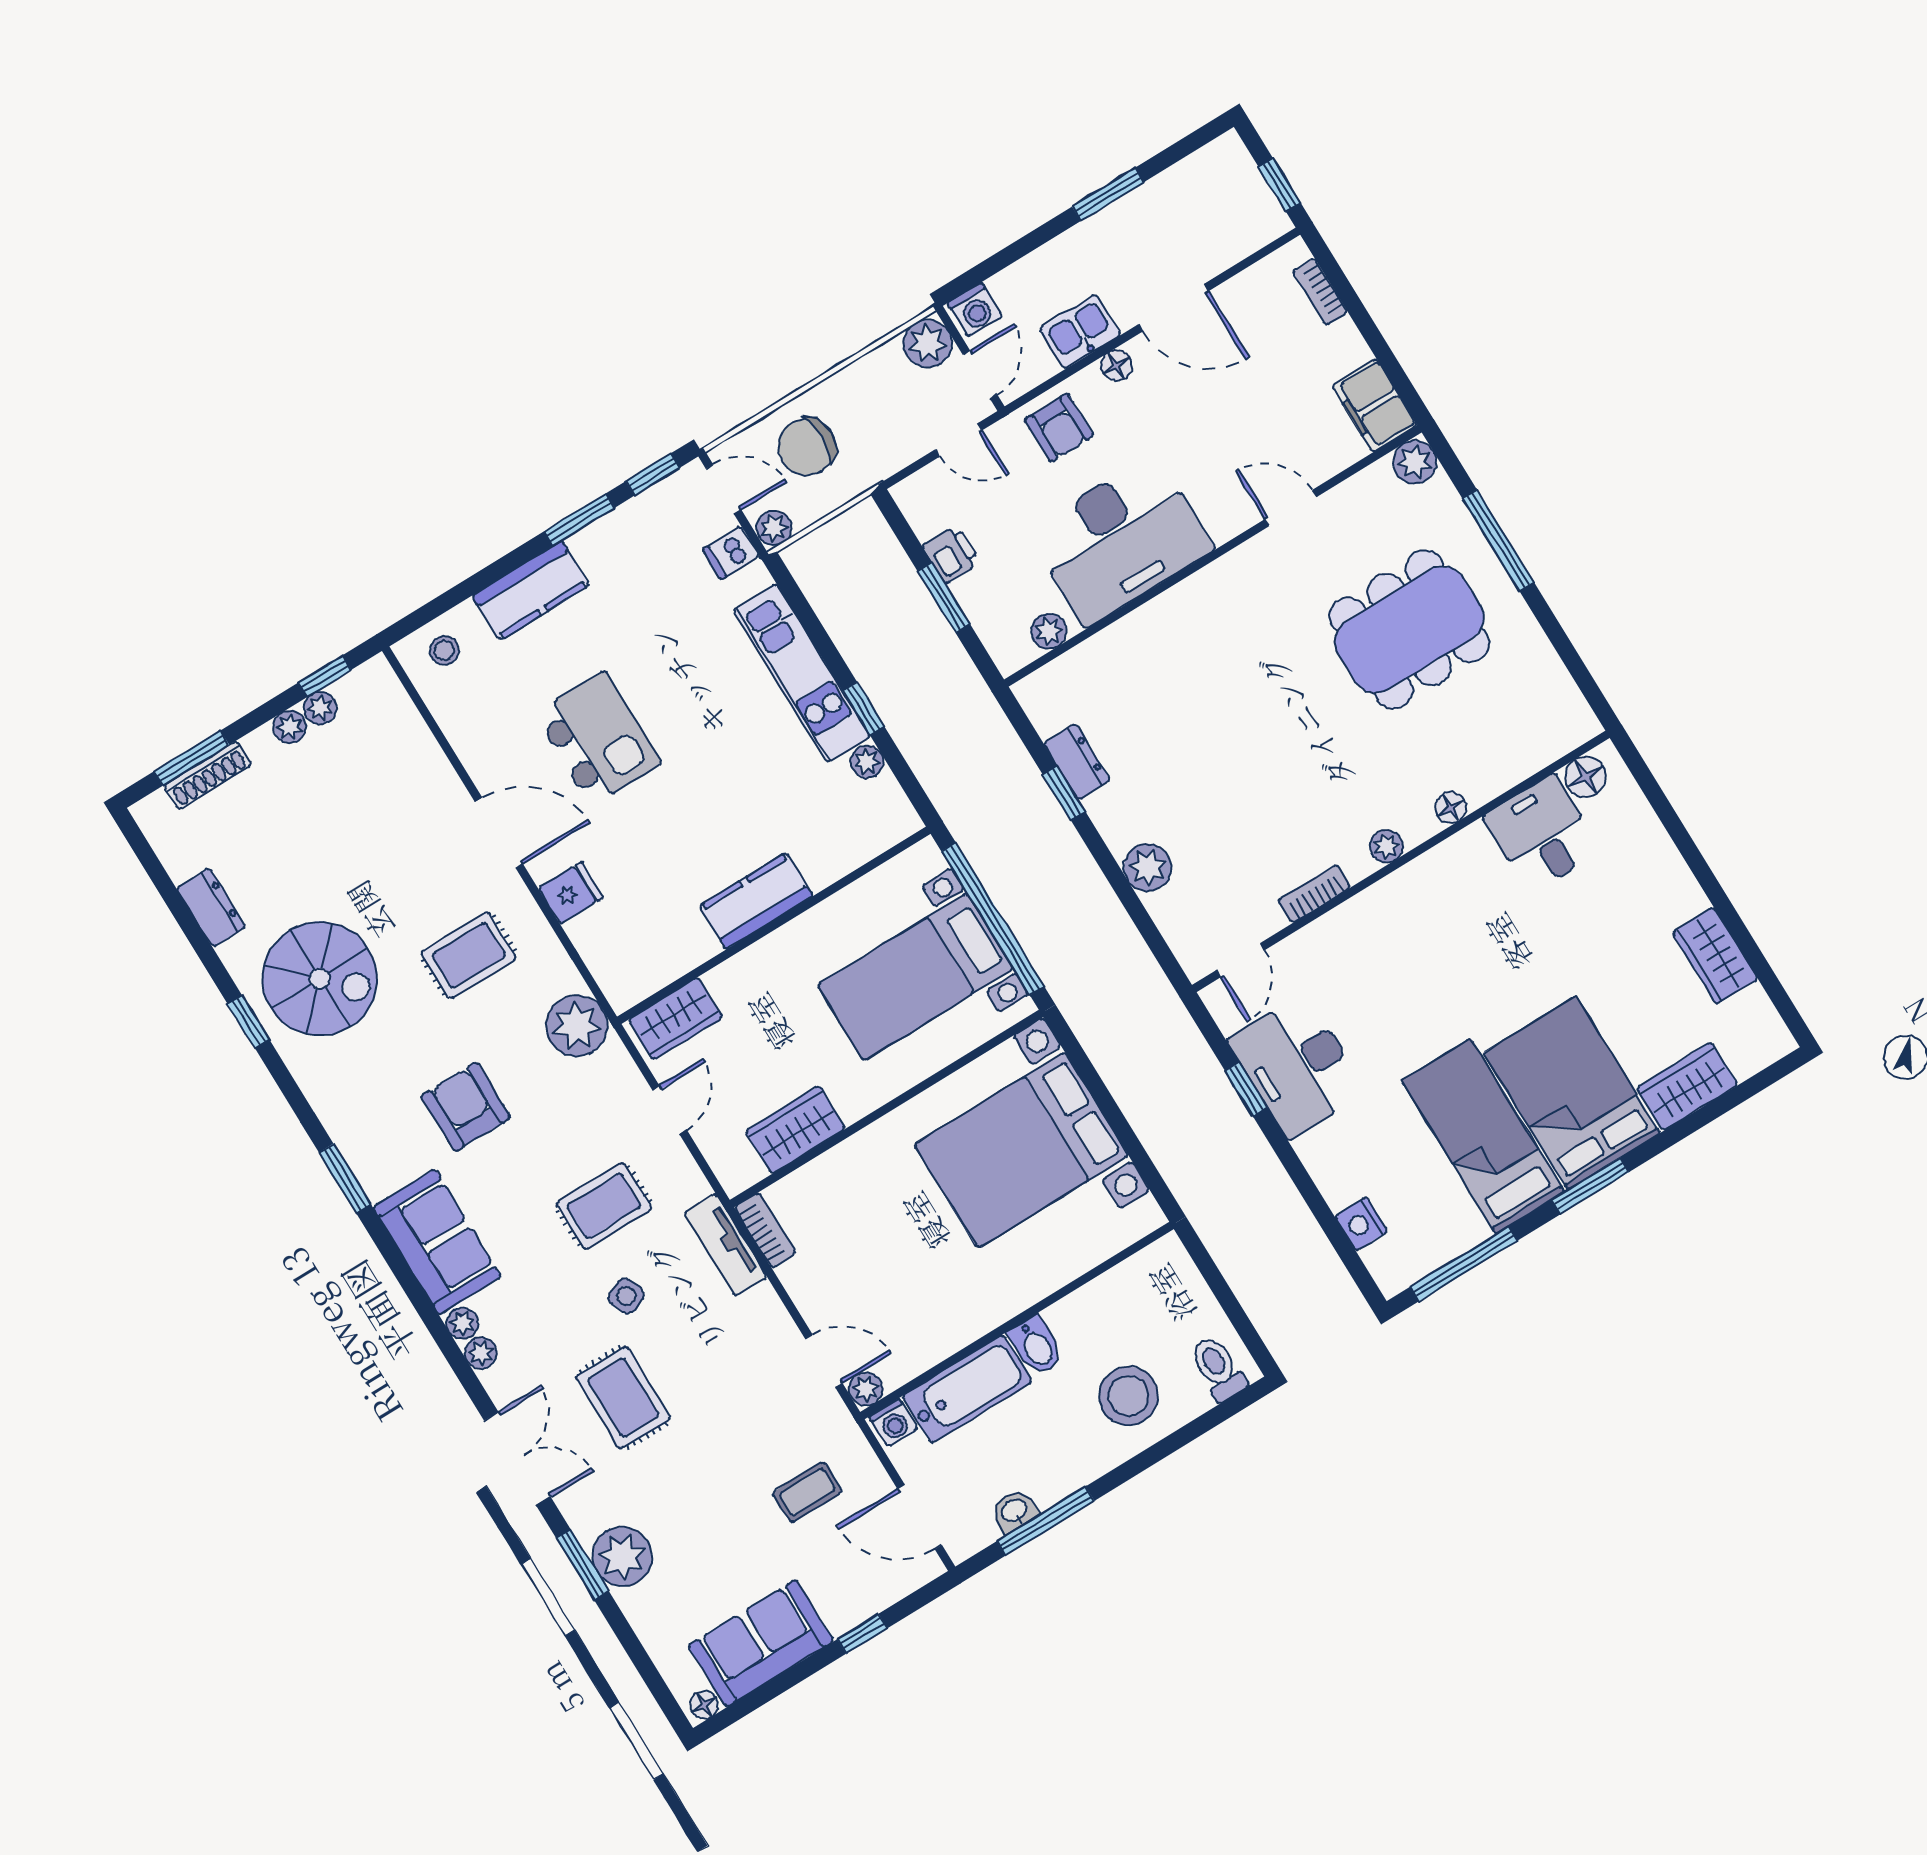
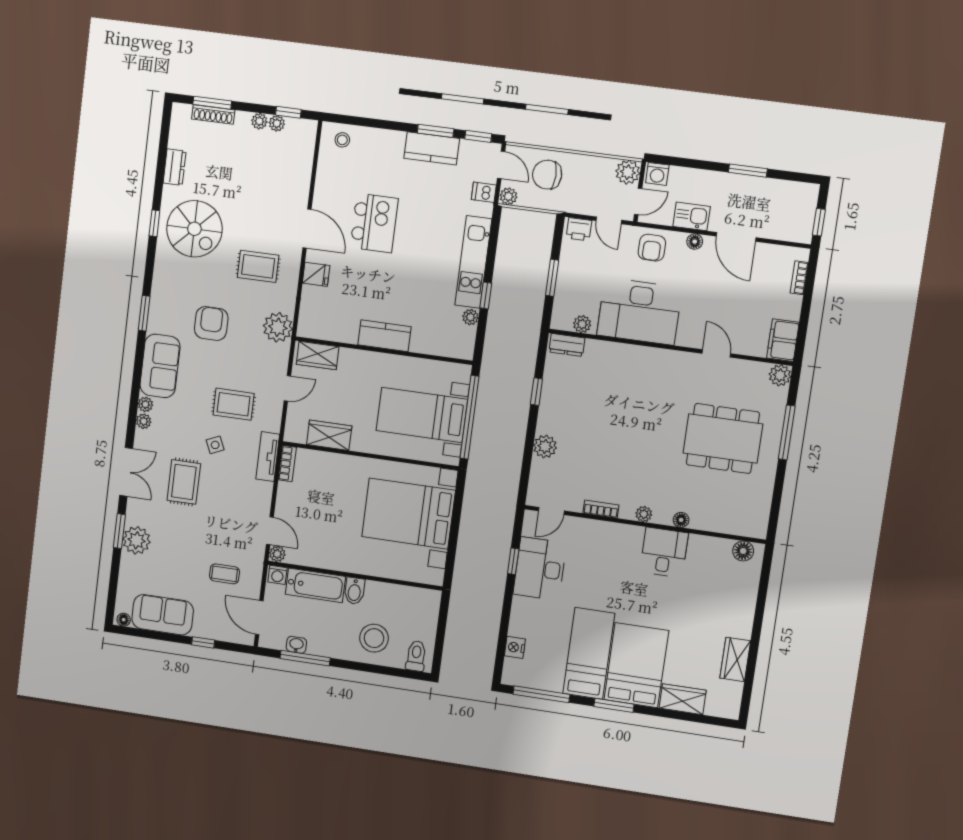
printer: (951, 554) -> (579, 229), moved, turned 90
kitchen counter: (531, 590) -> (432, 148), moved
dresser: (1077, 762) -> (567, 345), moved, turned 90
desk: (1542, 834) -> (664, 552), moved

